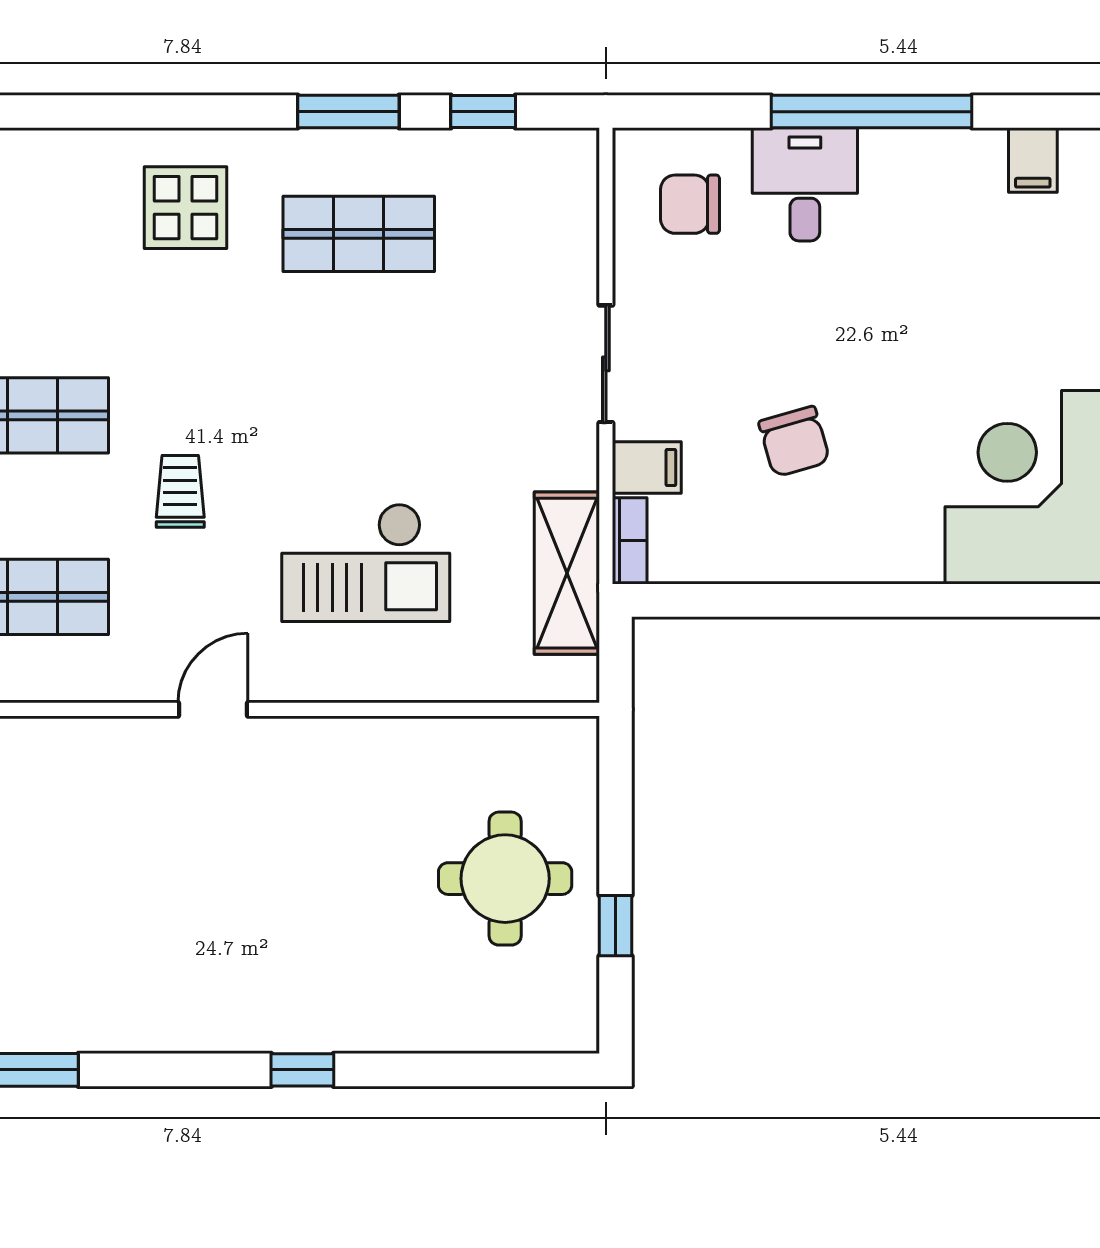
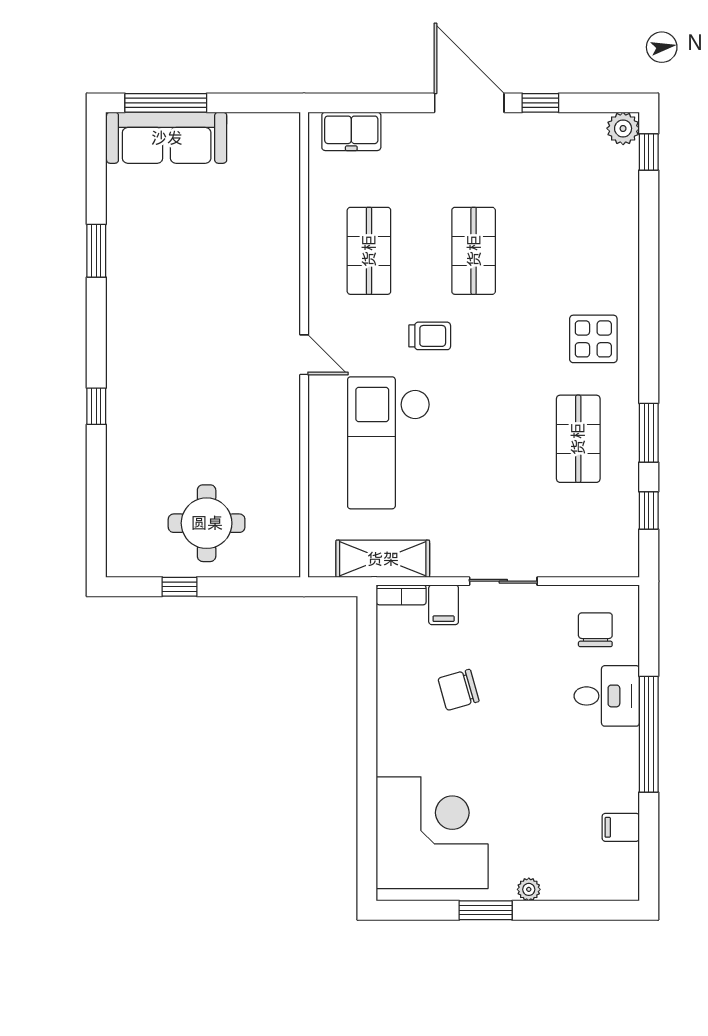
checkout: (366, 563) -> (389, 443), width x1.36, depth x1.21

